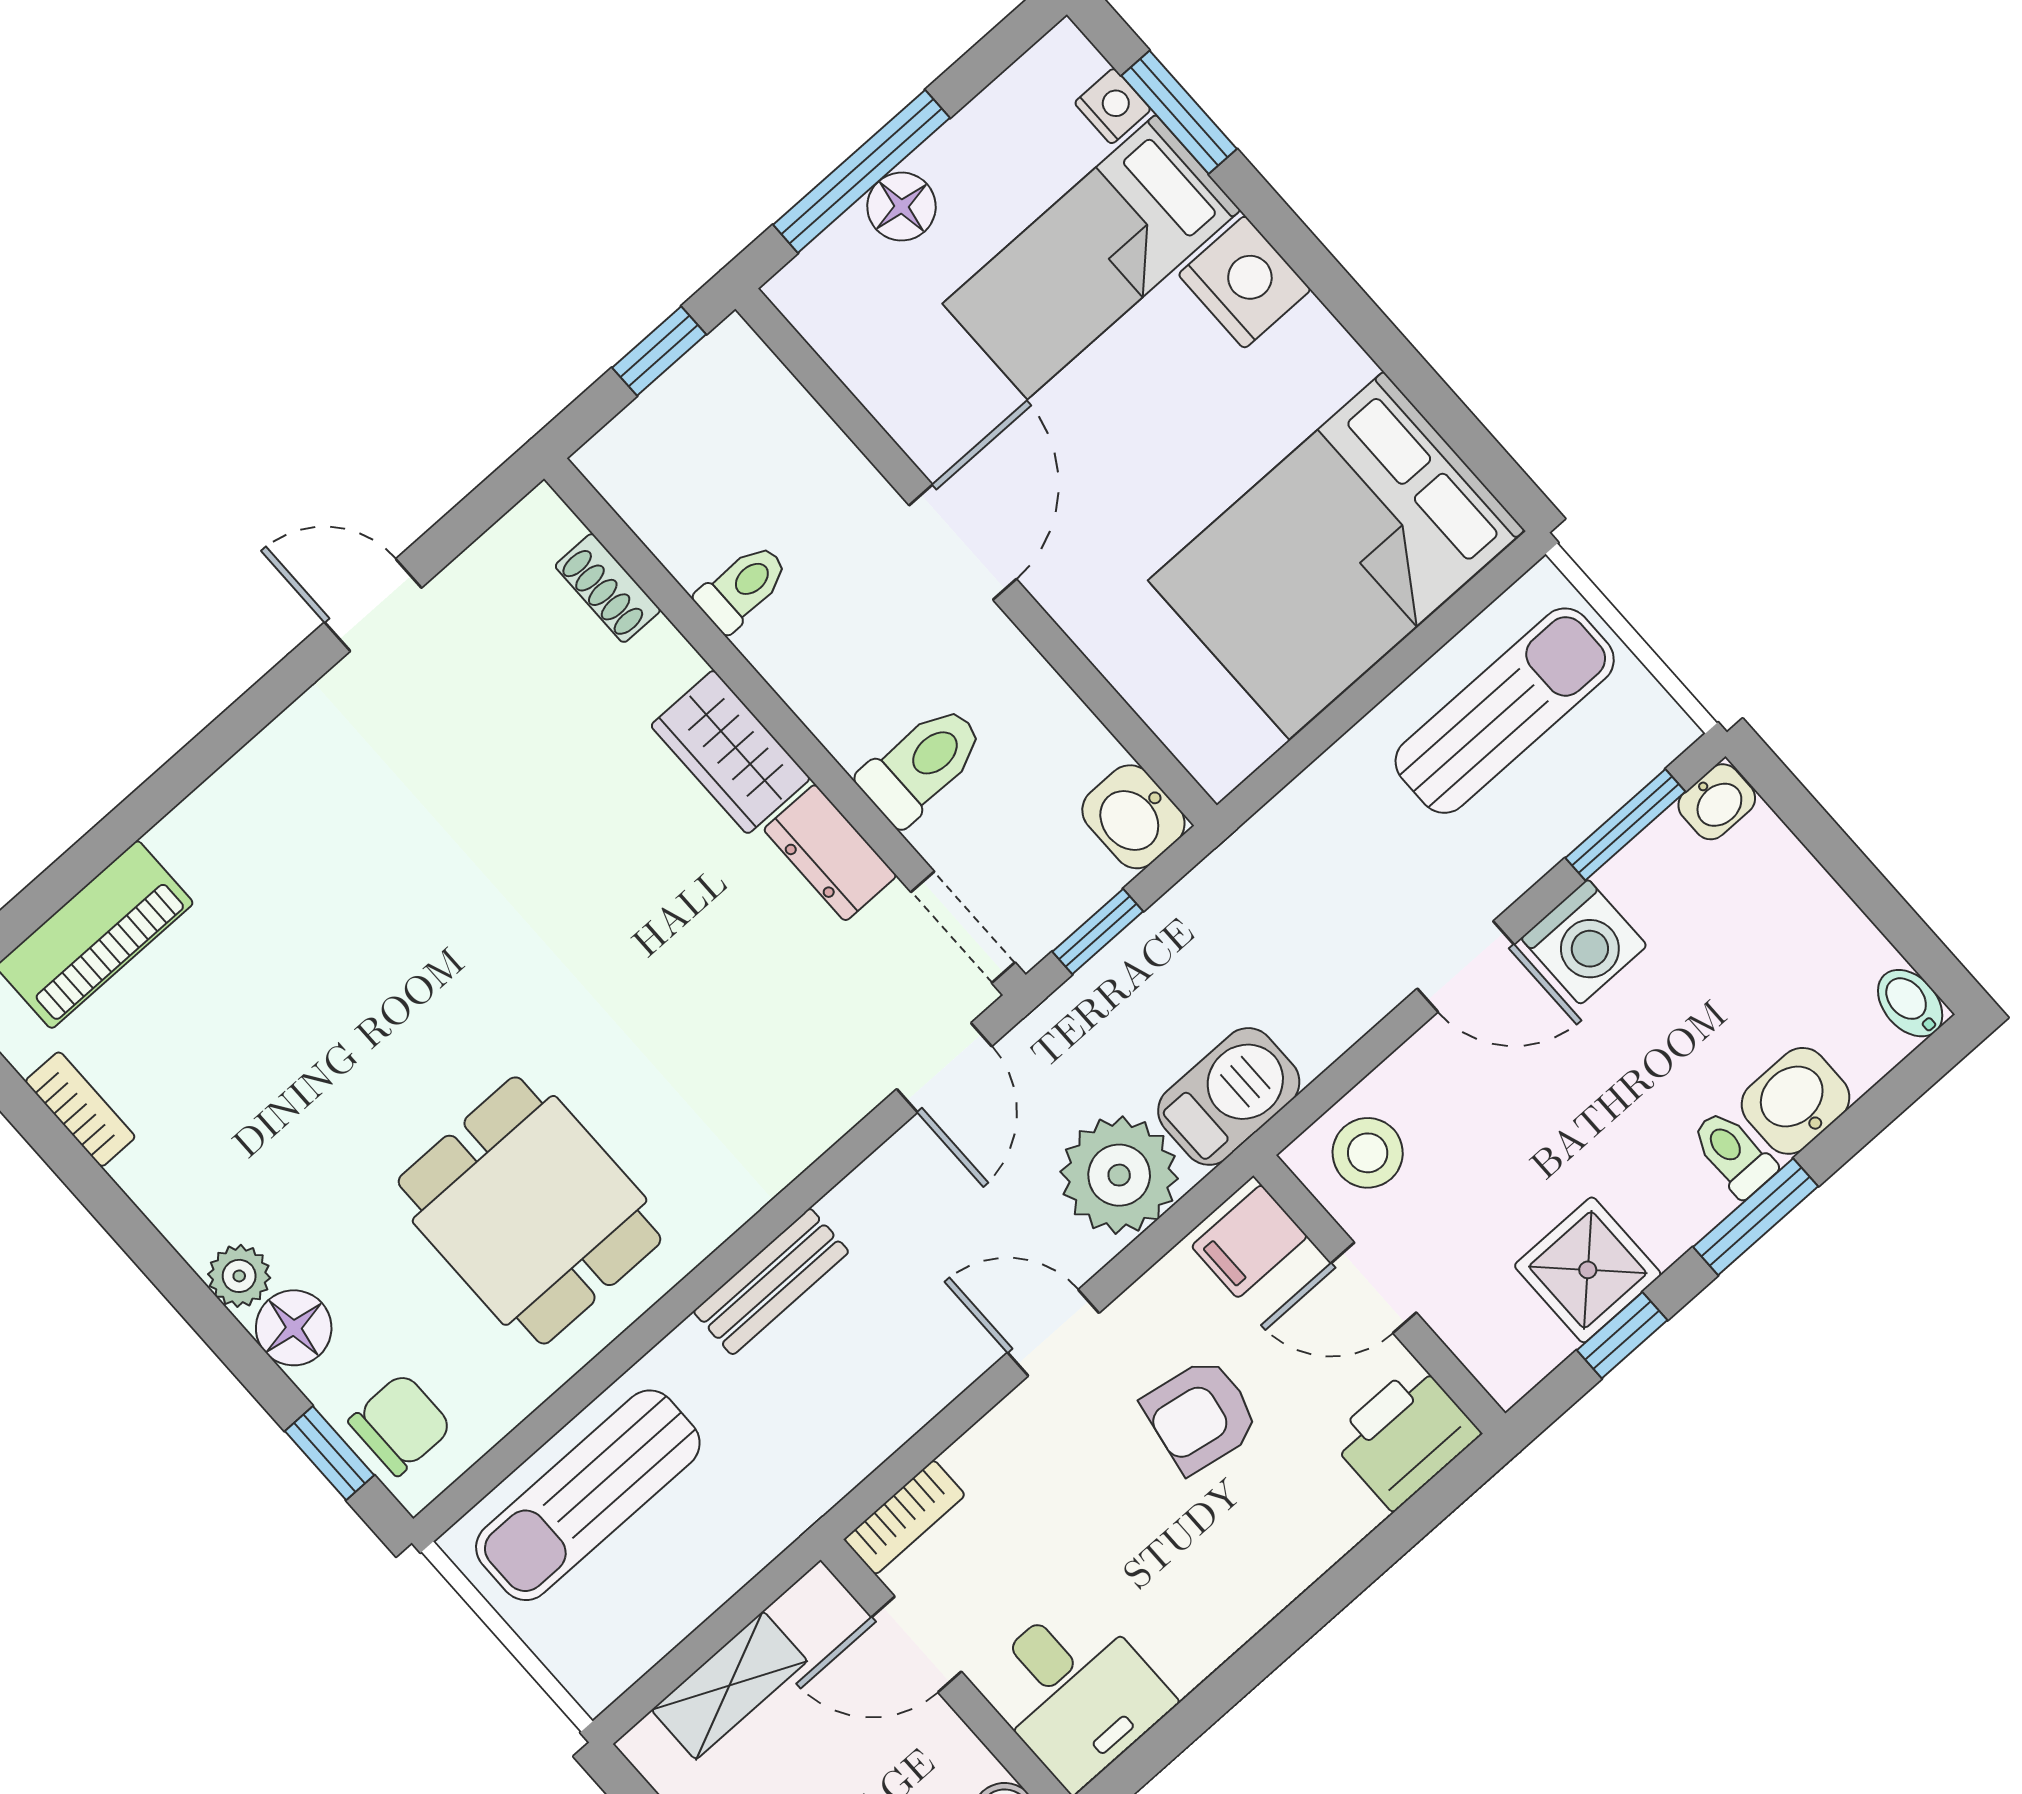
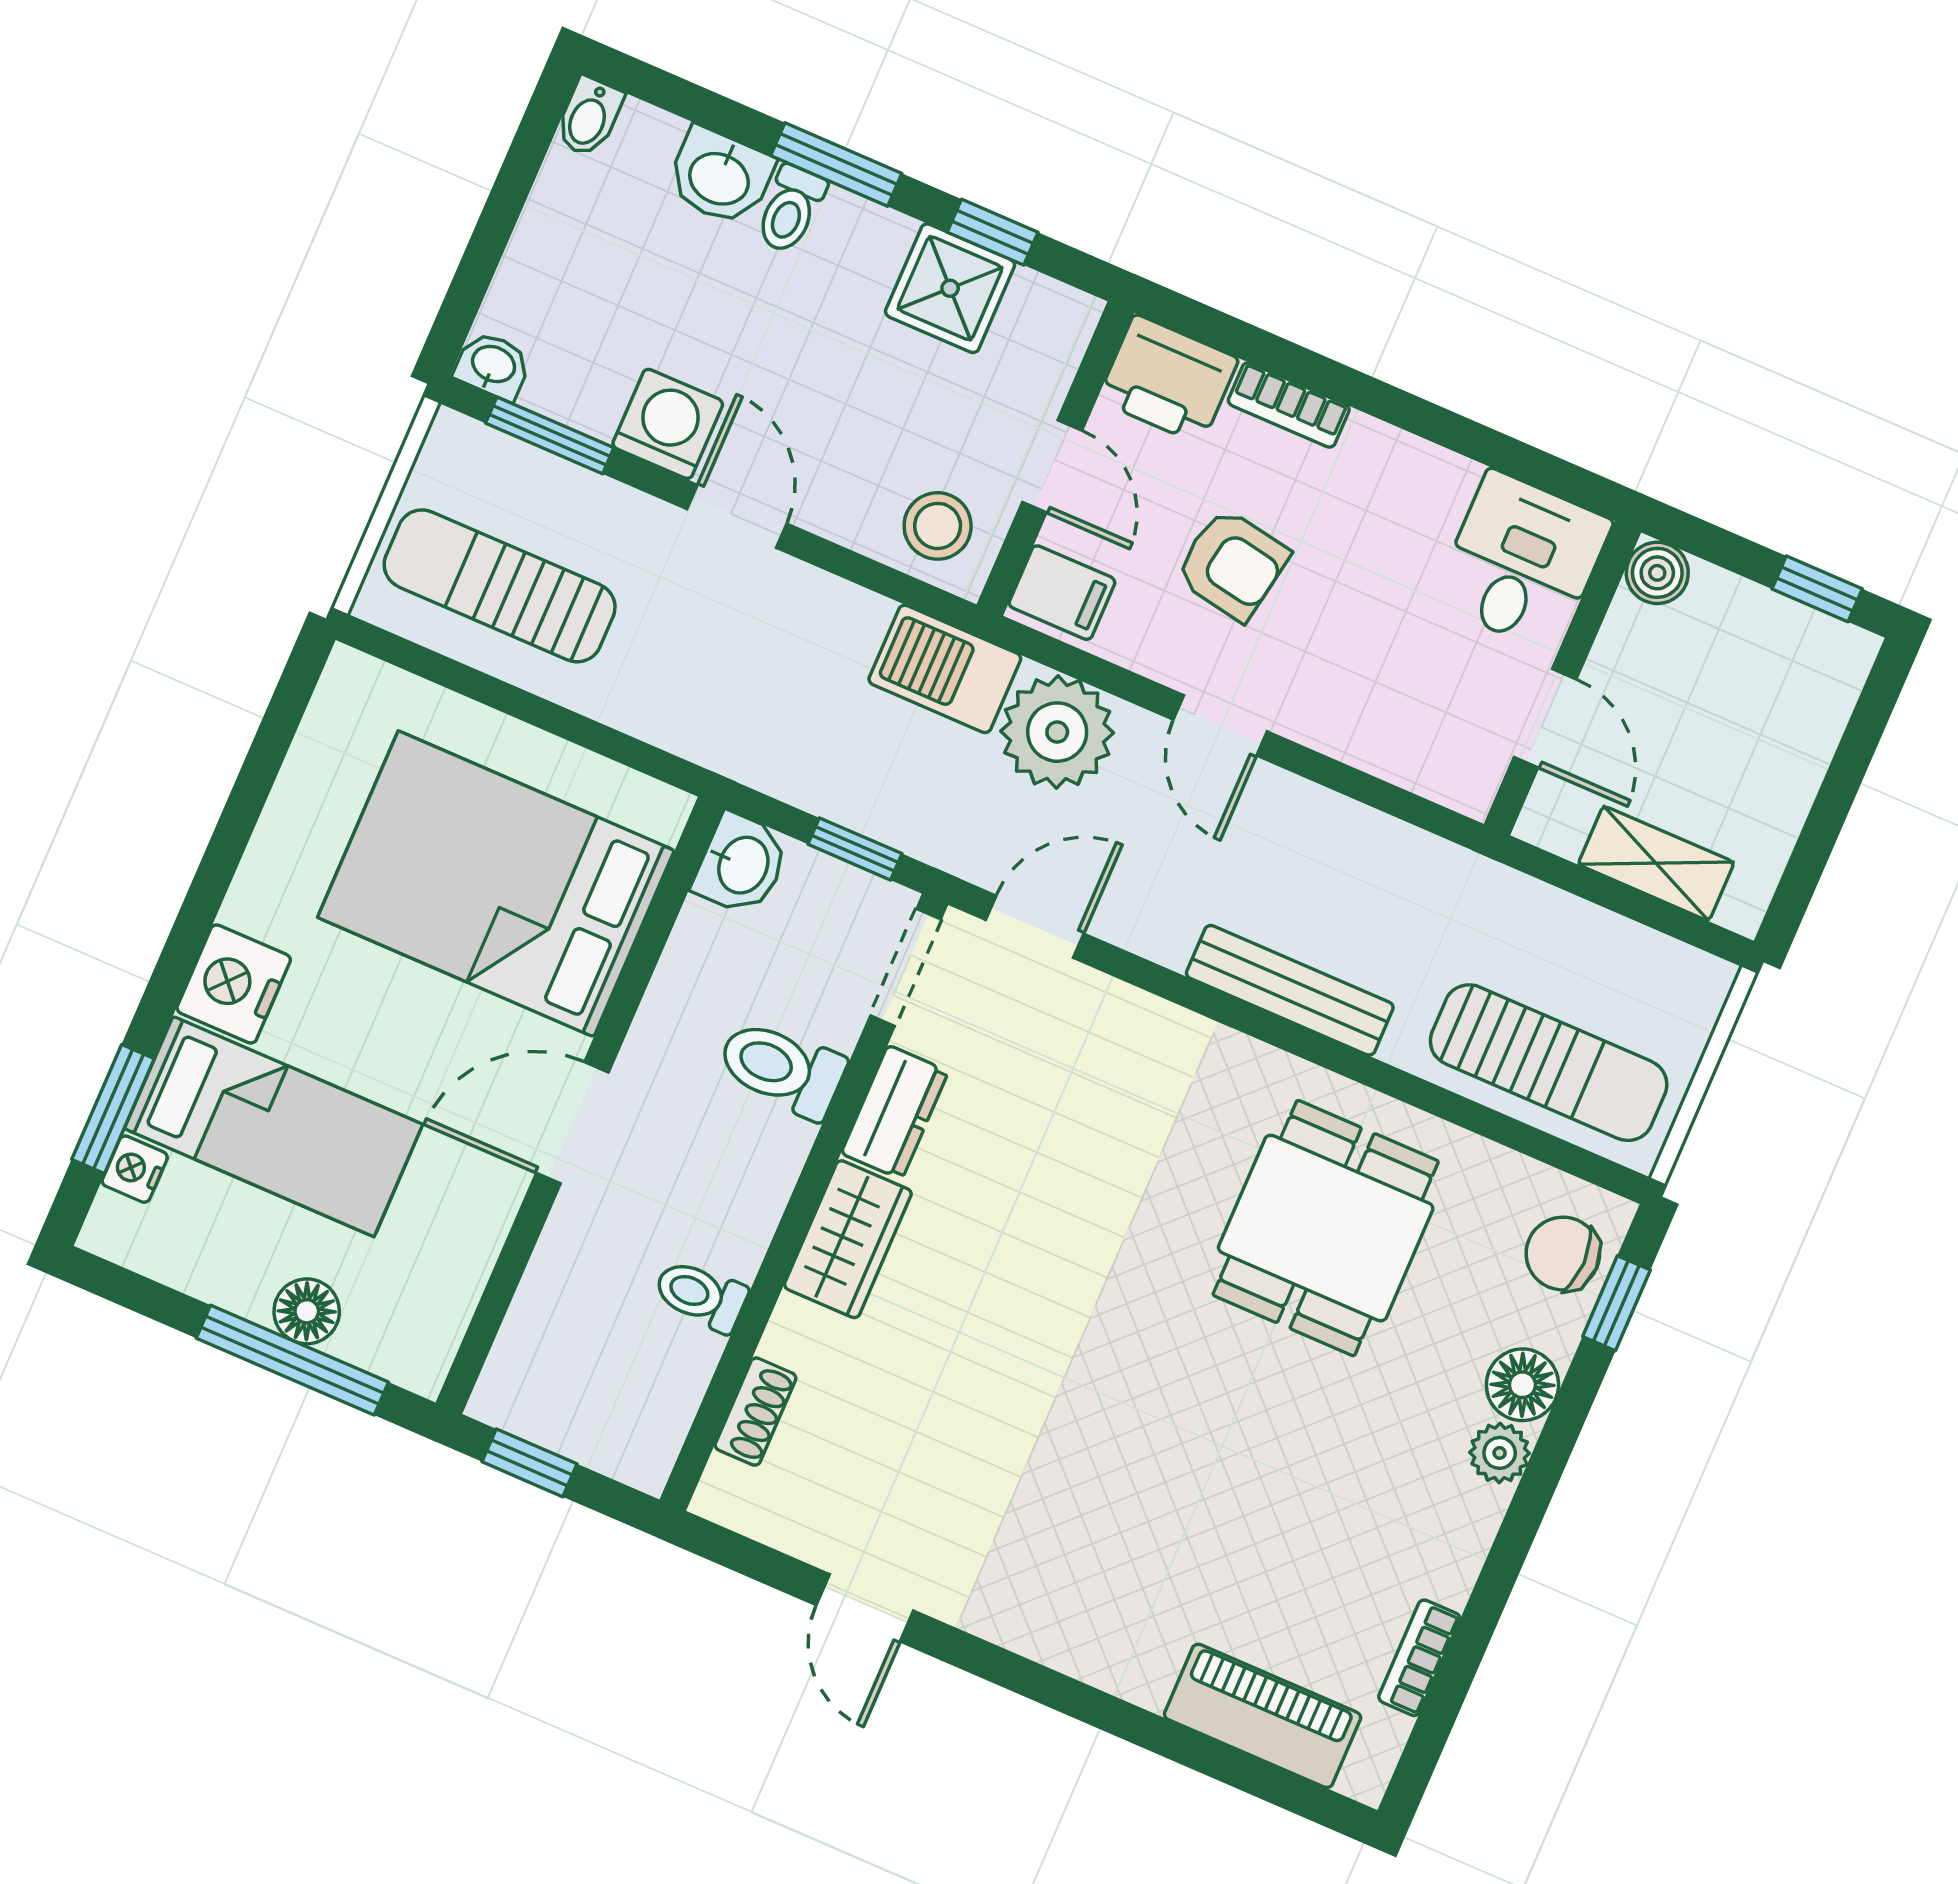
bed: (1336, 555) -> (496, 884), moved, turned 180
bench: (771, 1282) -> (1290, 990), width x1.36
bookcase: (904, 1517) -> (1289, 405), moved, turned 180

